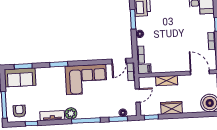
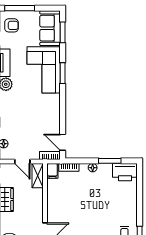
corner sofa: (86, 79) -> (44, 70), moved
shelving: (167, 81) -> (38, 176), moved

